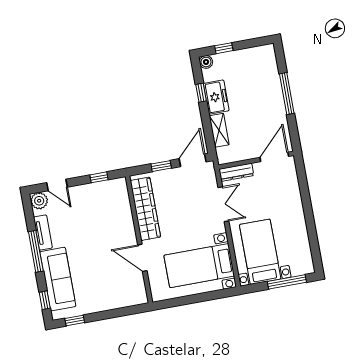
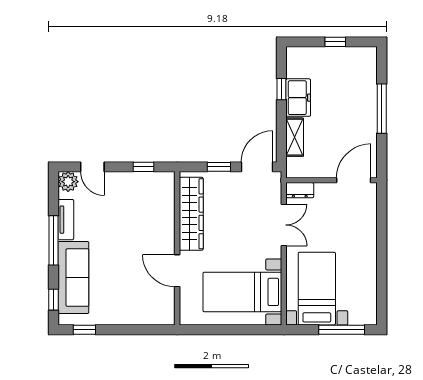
window: (224, 48) -> (335, 42), moved
boiler: (206, 62) -> (294, 54), removed
dresser: (236, 172) -> (300, 190), width x0.70

